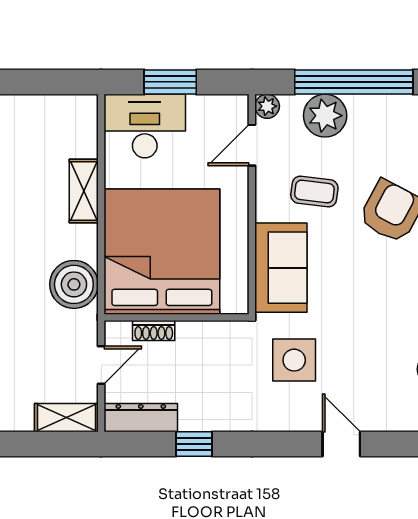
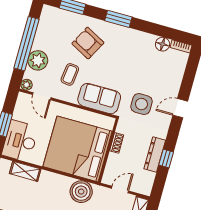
shelving: (84, 191) -> (25, 171), moved
shoe rack: (154, 331) -> (117, 143), moved
door: (101, 365) -> (120, 190), hinge flipped
dresser: (141, 418) -> (155, 155), moved
door: (341, 444) -> (180, 108), moved

